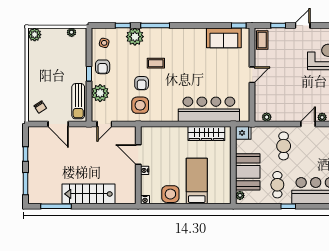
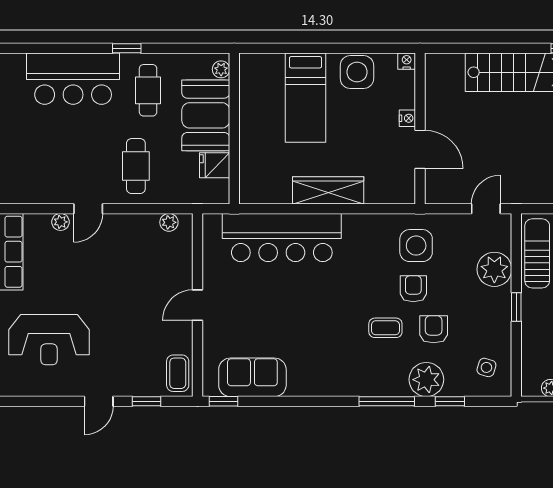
armchair: (103, 67) -> (434, 329), moved
wardrobe: (206, 133) -> (328, 190), moved
fridge: (243, 133) -> (215, 165), moved

